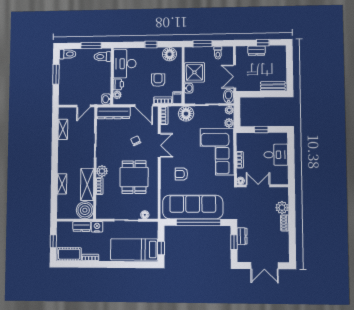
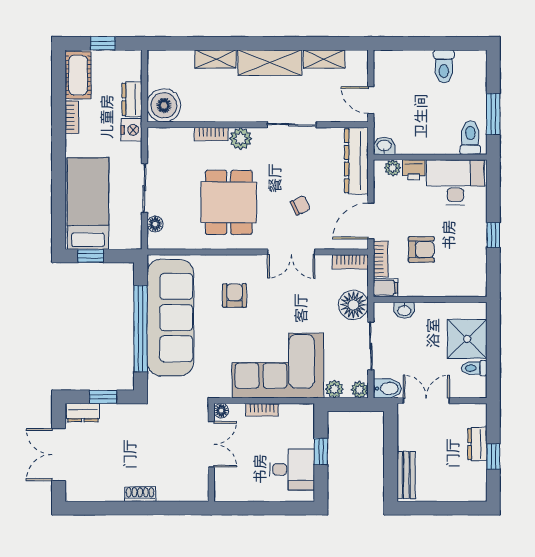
window: (202, 44) -> (493, 338), removed
toilet: (68, 54) -> (444, 66), moved
floor lamp: (170, 54) -> (473, 272), removed
shower: (194, 72) -> (467, 339), moved
window: (56, 74) -> (436, 43), removed
desk: (276, 155) -> (292, 469), moved, turned -90
dining table: (134, 177) -> (229, 202), turned 90
shelving: (87, 184) -> (270, 63), moved
plant: (282, 208) -> (169, 489), removed
dresser: (242, 236) -> (83, 413), moved

